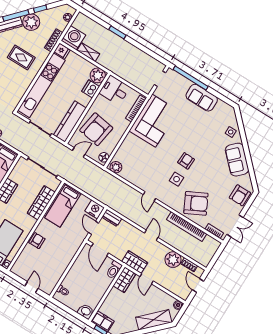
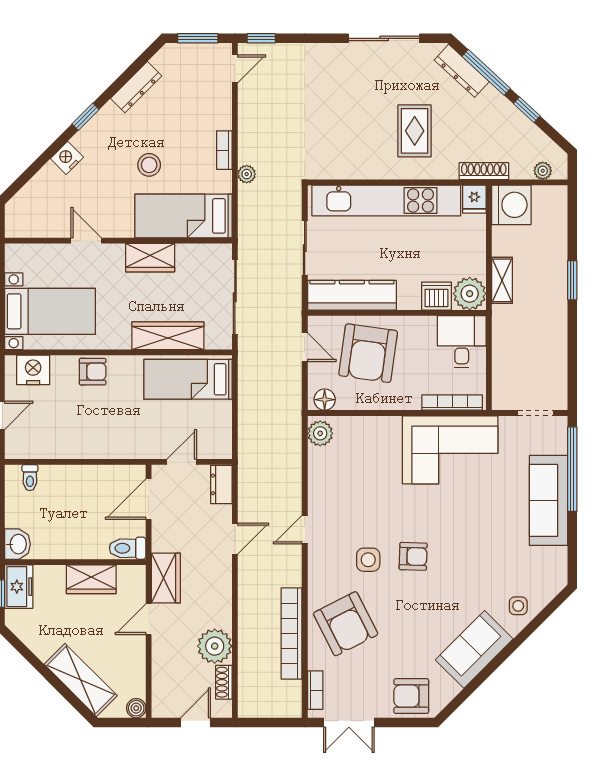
plant: (31, 22) -> (492, 109), removed
shelving: (88, 52) -> (502, 280), moved
sofa: (202, 98) -> (548, 500), width x1.36
armchair: (96, 129) -> (368, 353), turned -91
nightstand: (95, 209) -> (33, 370), moved, turned -90
door: (151, 235) -> (235, 539), moved
wardrobe: (124, 280) -> (91, 579), moved

